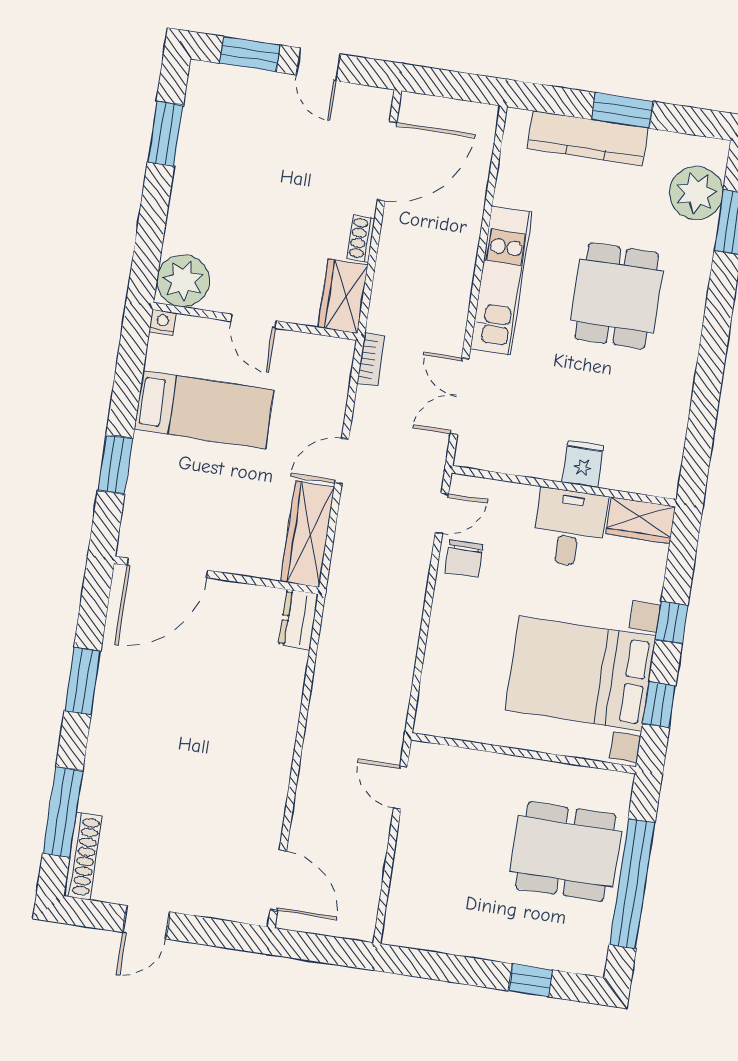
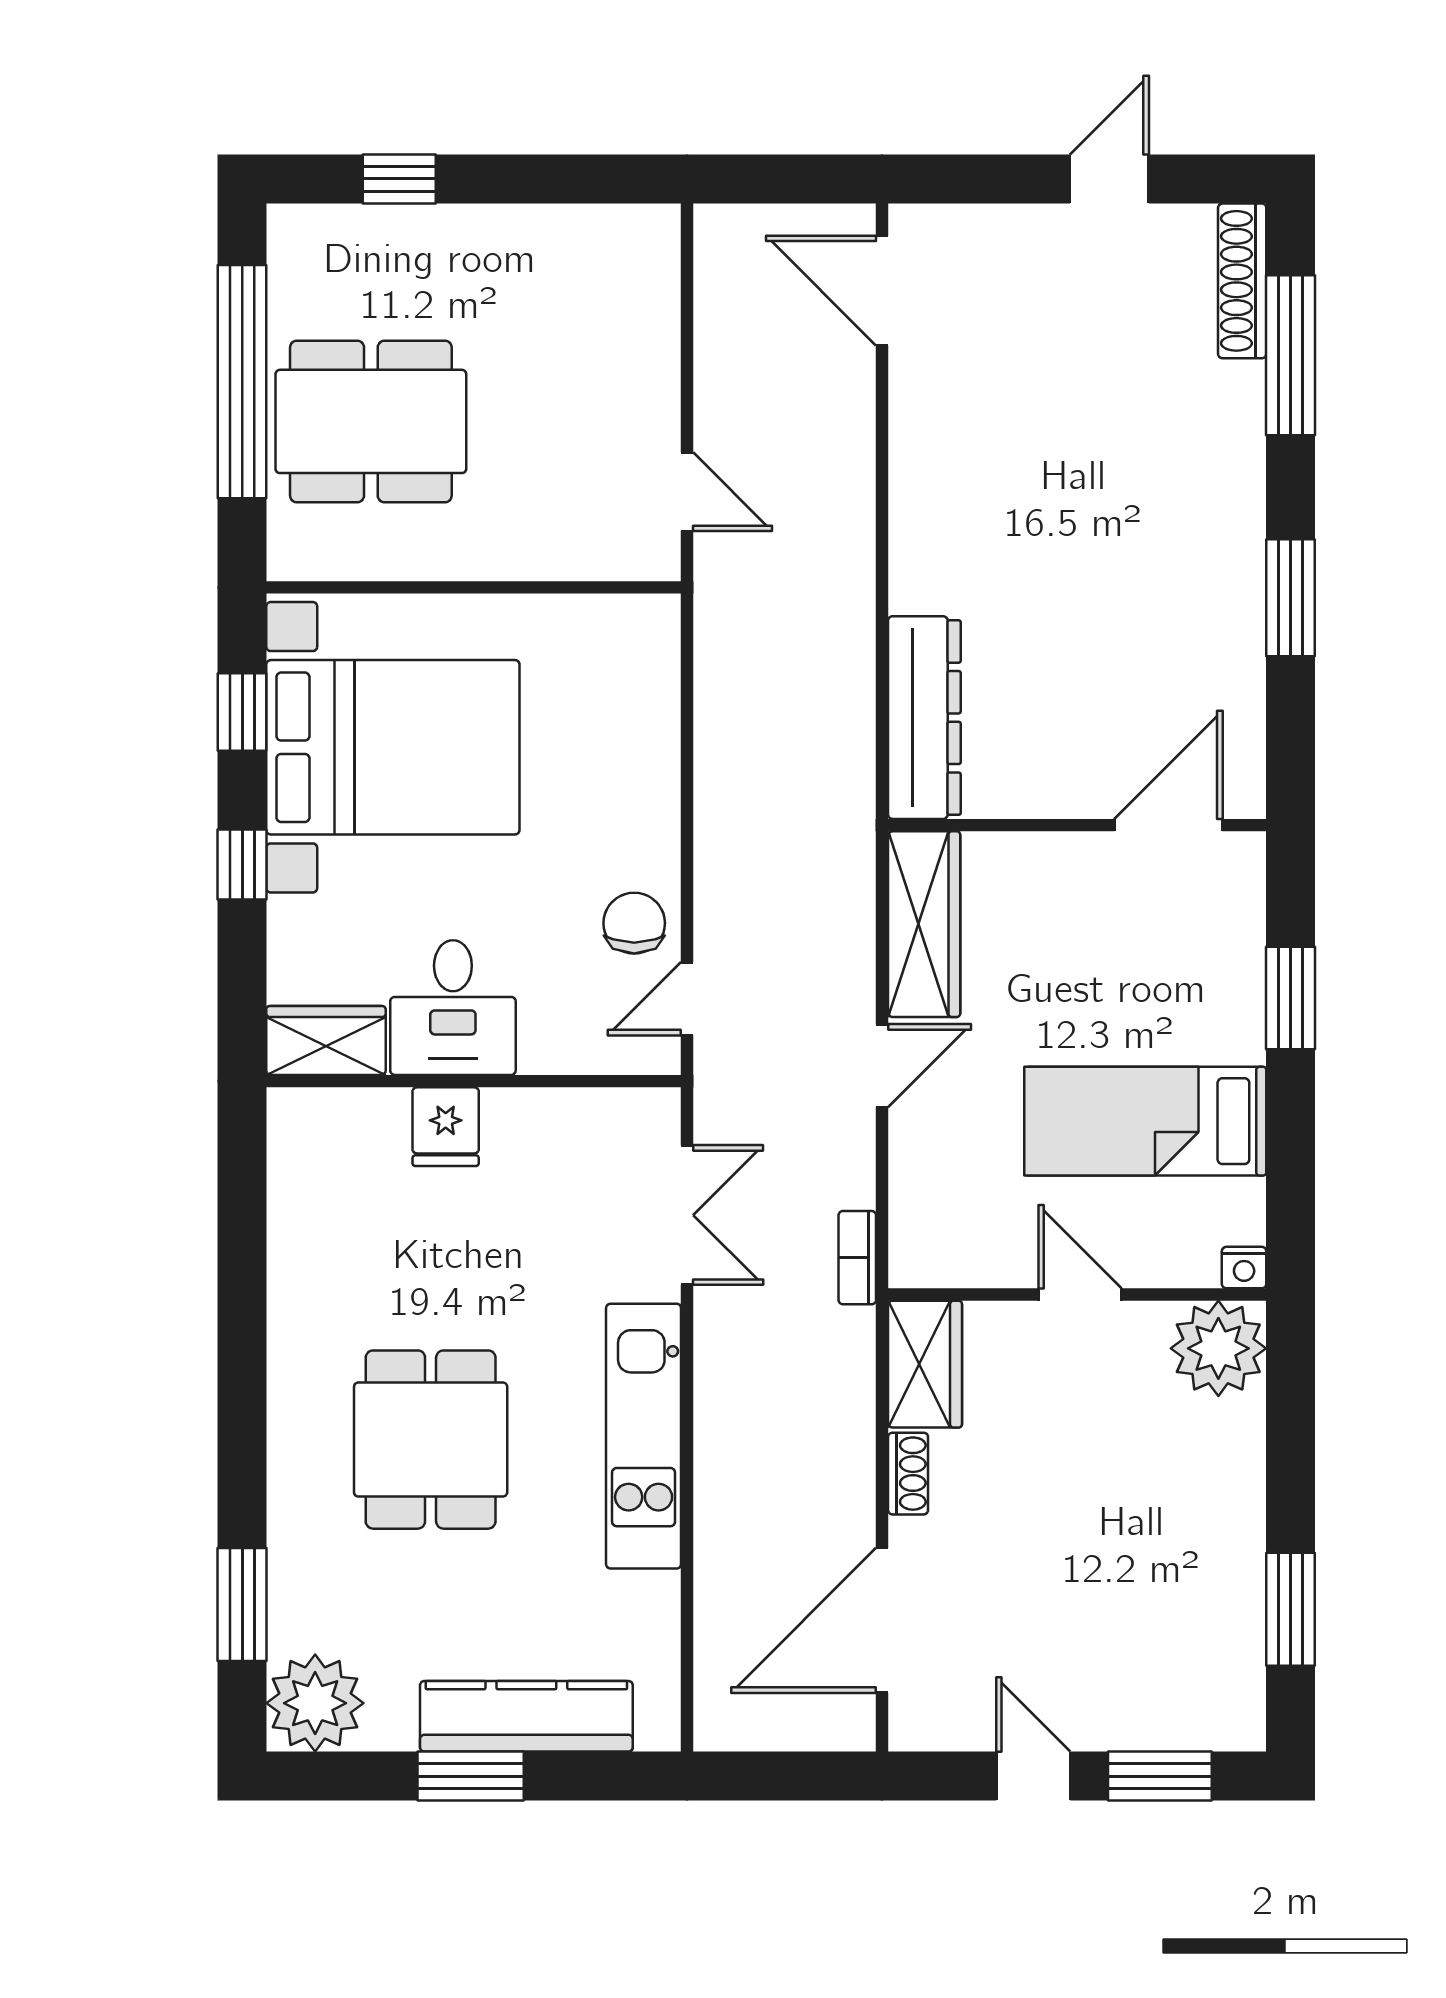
plant: (696, 193) -> (315, 1703), moved
door: (167, 568) -> (1168, 825), width x0.73
dresser: (298, 620) -> (924, 718), width x1.96, depth x1.24

